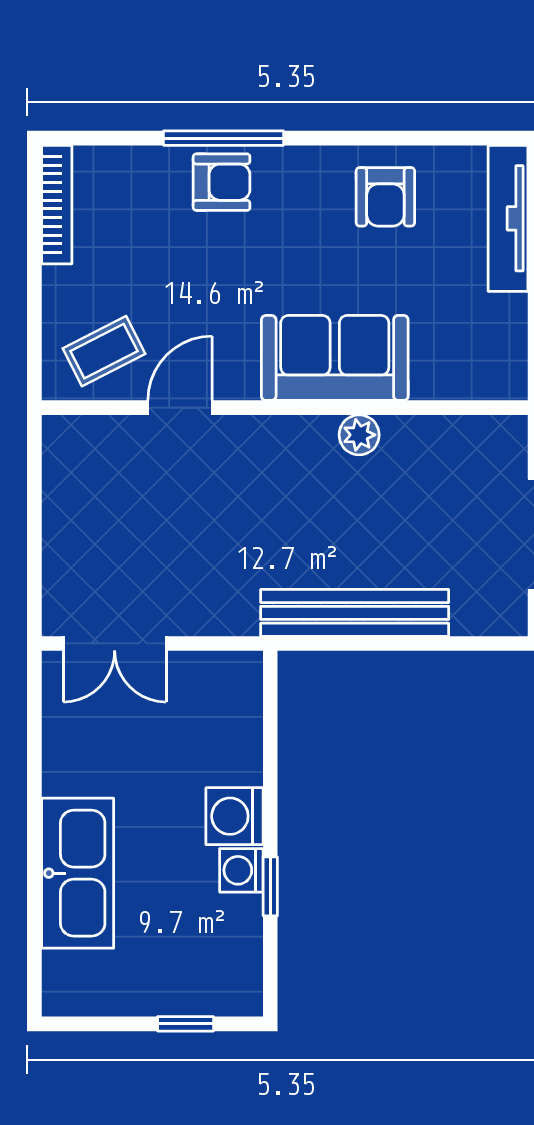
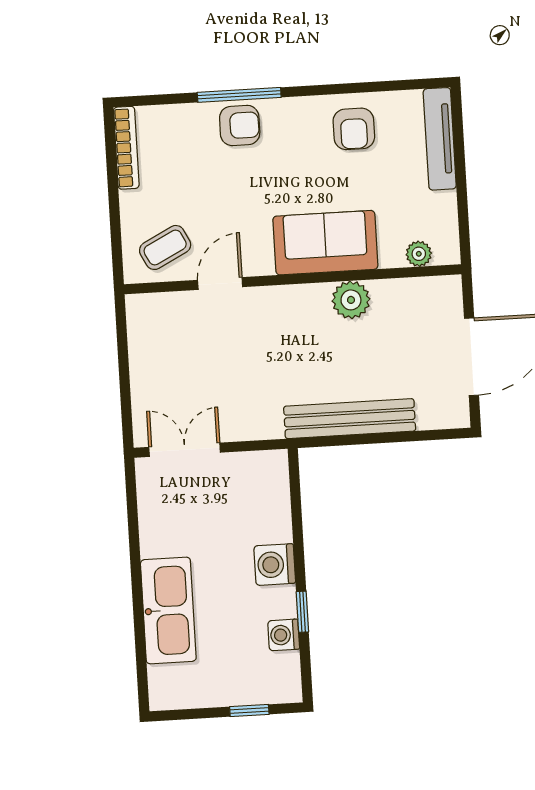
plant: (468, 382) -> (419, 254), added
plant: (359, 435) -> (351, 300), width x1.38, depth x1.38
double door: (115, 643) -> (185, 450), swing flipped
washing machine: (241, 870) -> (284, 635), moved

